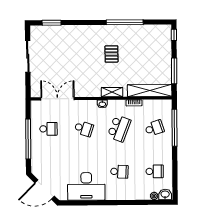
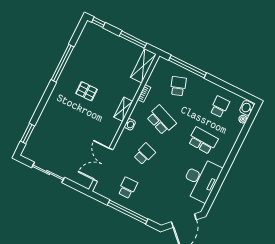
shelving: (150, 91) -> (143, 66), width x0.68
school desk: (119, 172) -> (203, 141), width x1.85

